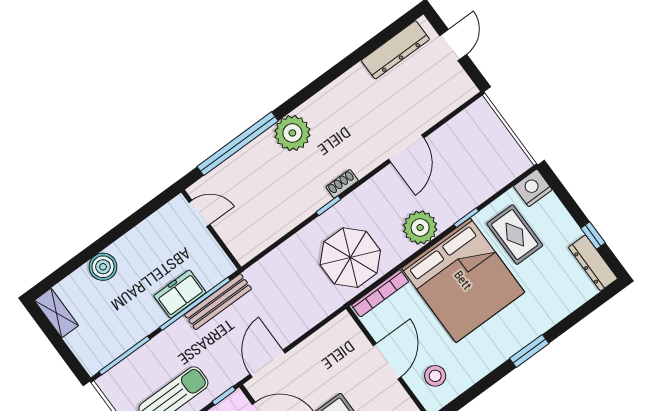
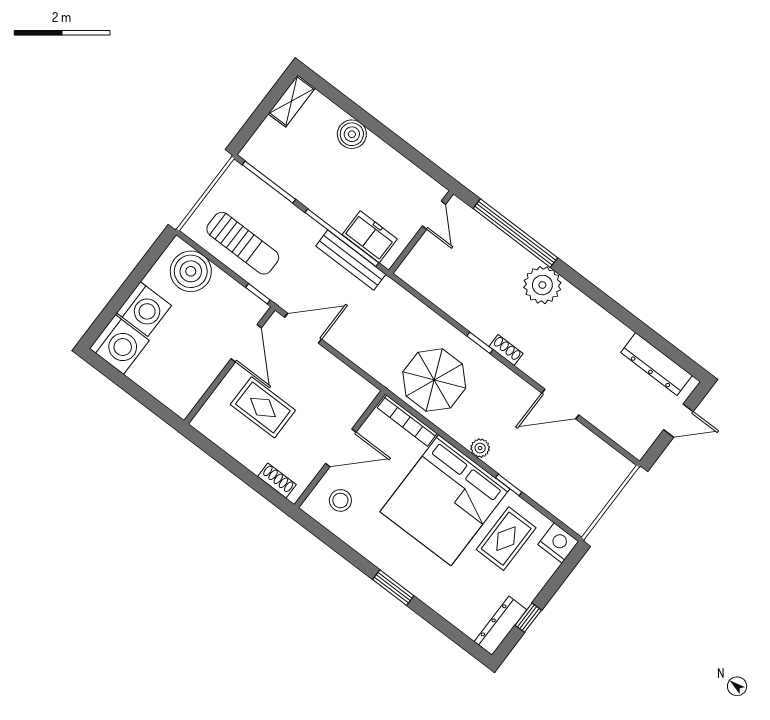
plant: (420, 228) -> (480, 448), width x0.53, depth x0.53
freezer: (180, 294) -> (370, 237), moved

